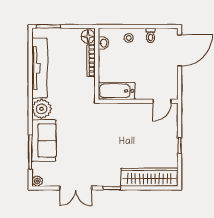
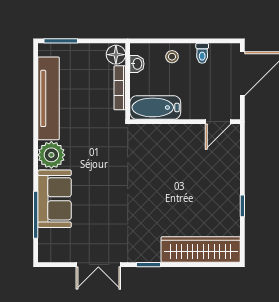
bathtub: (117, 91) -> (155, 107), moved
wall: (138, 101) -> (185, 122), moved
door: (162, 101) -> (218, 122), moved
plant: (37, 181) -> (45, 255), removed

